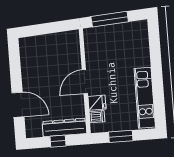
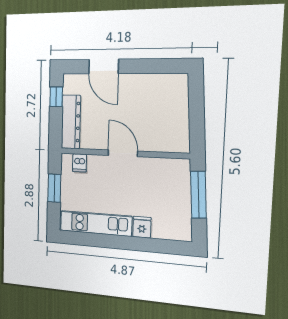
fridge: (97, 103) -> (142, 227), moved, turned 180
door: (18, 105) -> (104, 67), hinge flipped
window: (58, 141) -> (56, 97), moved

